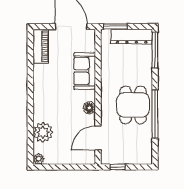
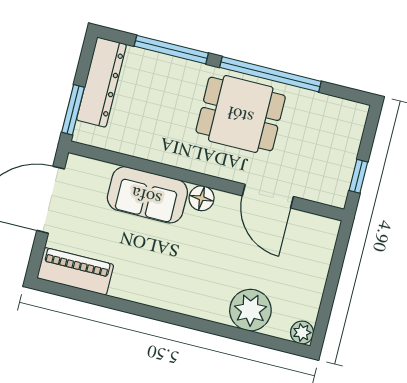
window: (155, 50) -> (171, 50), moved
floor lamp: (89, 108) -> (202, 198), moved
door: (98, 138) -> (268, 196), moved

